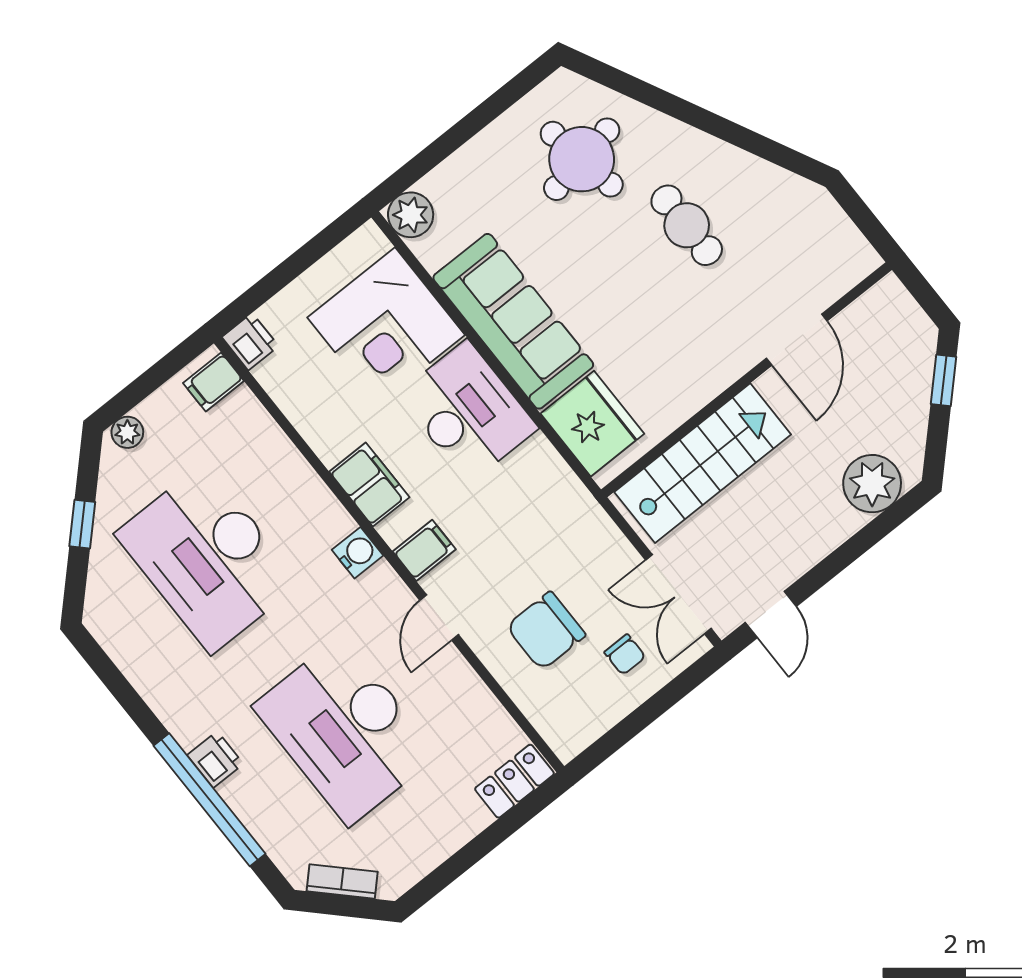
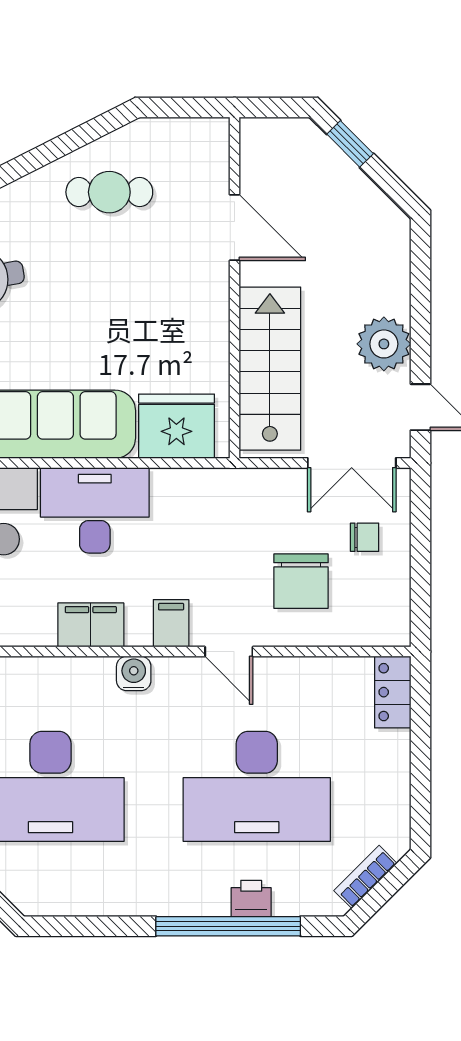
cafe table: (687, 225) -> (109, 192), moved
plant: (872, 484) -> (384, 344), moved
printer: (215, 759) -> (251, 898), moved

